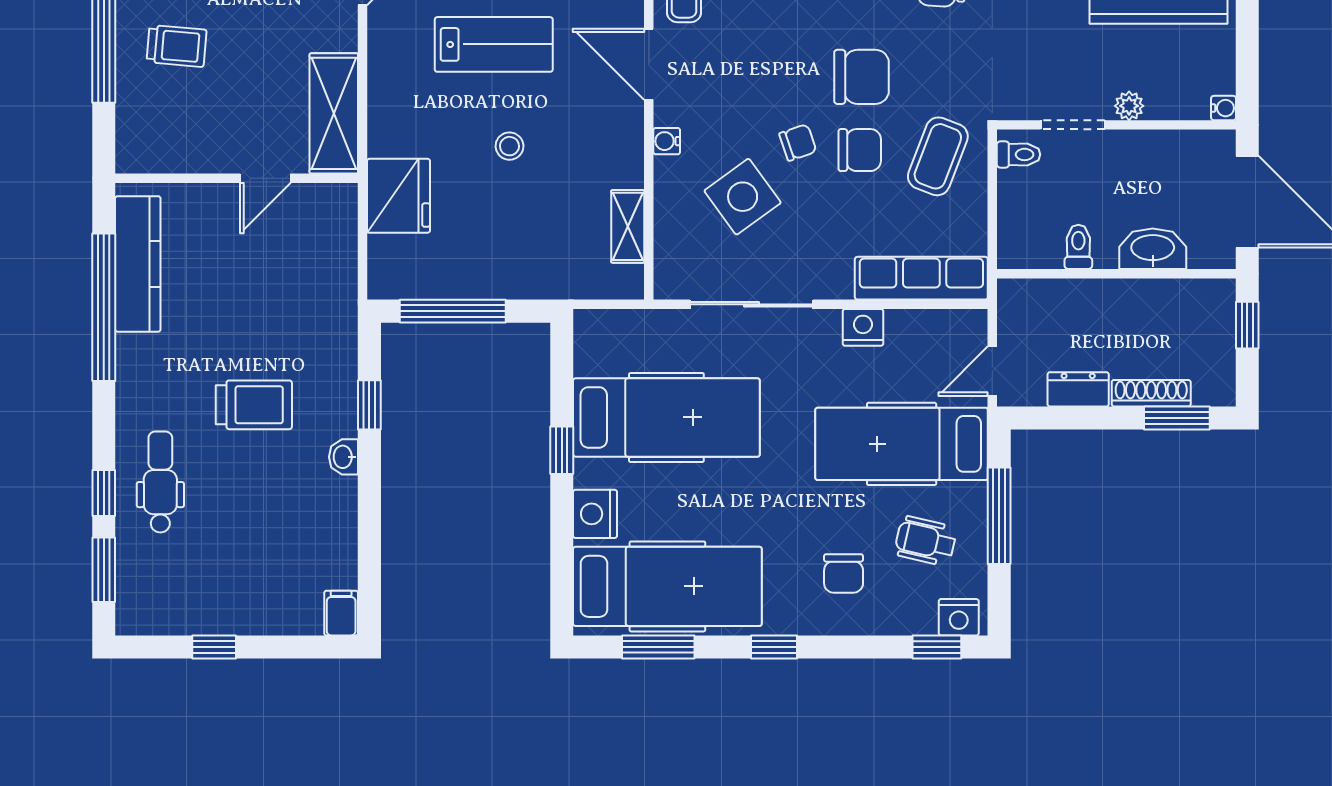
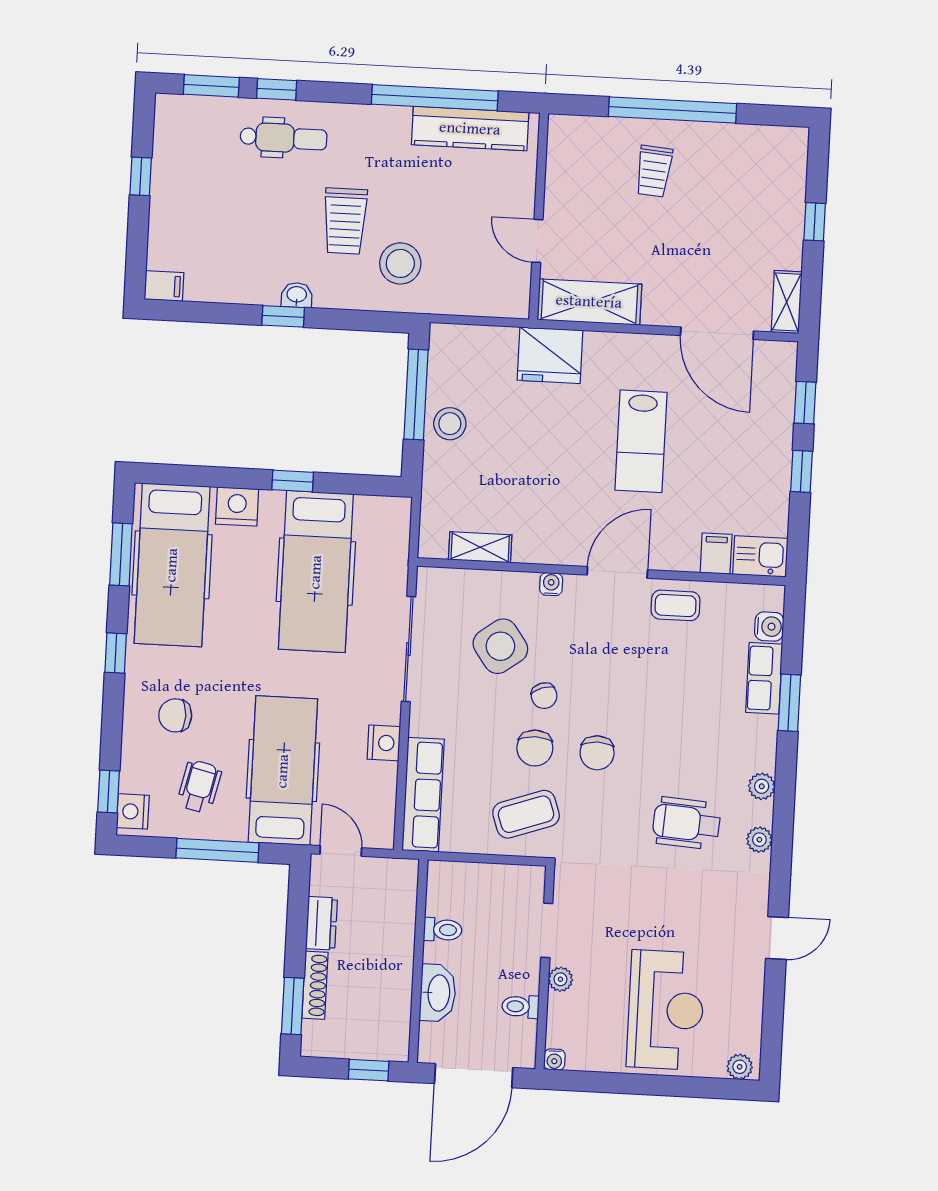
chair: (861, 77) -> (597, 753), width x0.73, depth x0.73
stool: (509, 146) -> (450, 424), moved, width x1.37, depth x1.37
toilet: (1018, 154) -> (520, 1007), moved, turned 90
coffee table: (938, 156) -> (526, 814), turned -40
fridge: (399, 196) -> (550, 355), moved
stool: (300, 337) -> (400, 263), added
window: (369, 405) -> (283, 316), moved

